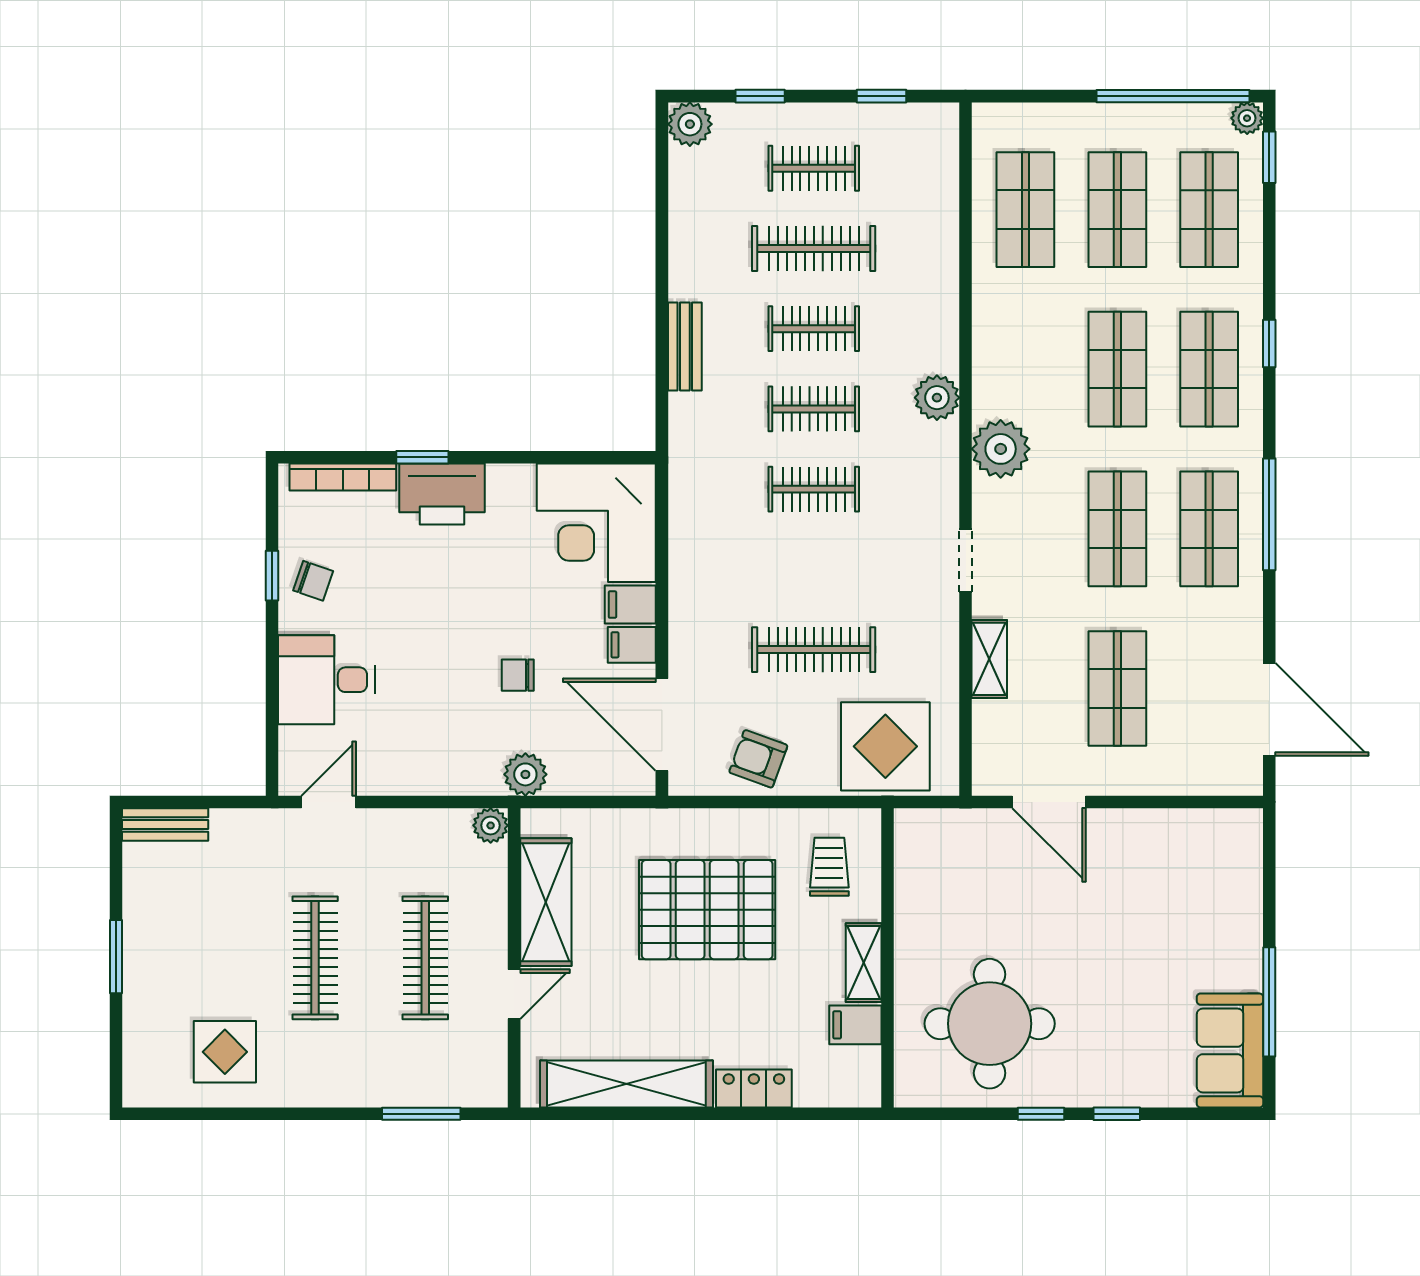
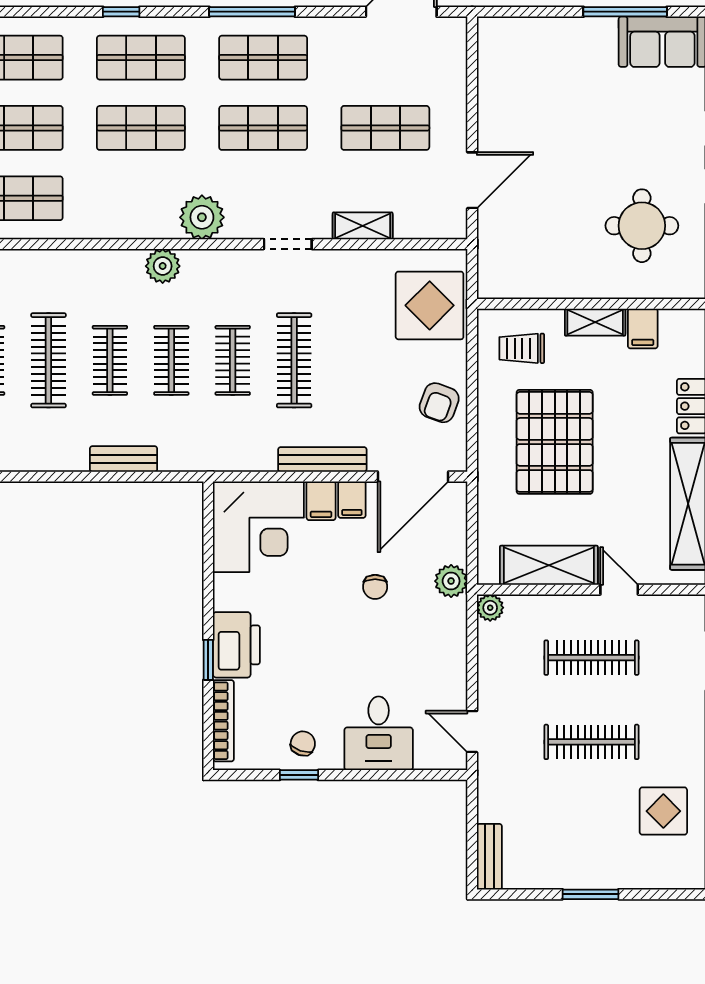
bench: (684, 606) -> (322, 459), added
clothes rail: (814, 650) -> (294, 360), moved
round table: (990, 1024) -> (642, 226), width x0.73, depth x0.73

